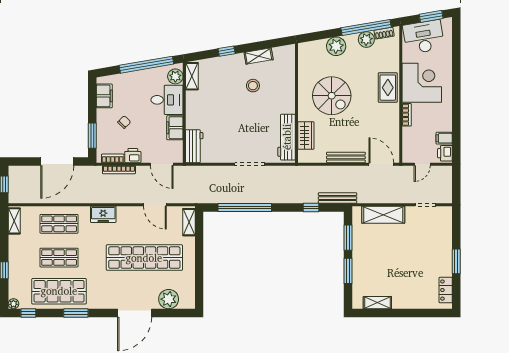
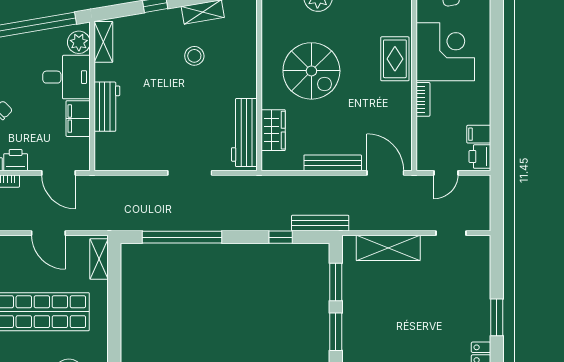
workbench: (194, 146) -> (107, 107), moved

